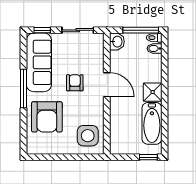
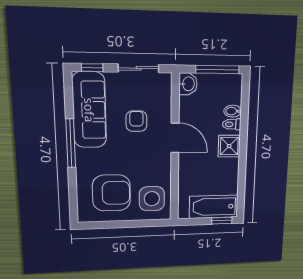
toilet: (154, 38) -> (232, 124), moved
bidet: (155, 48) -> (233, 111), moved
armchair: (75, 83) -> (136, 121), moved
armchair: (47, 117) -> (111, 193), moved, turned -90
bathtub: (152, 123) -> (214, 207), moved, turned 90

